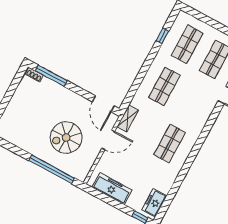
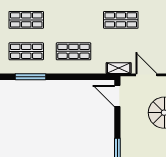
window: (162, 36) -> (30, 77), width x2.17
door: (103, 104) -> (117, 96), swing flipped

